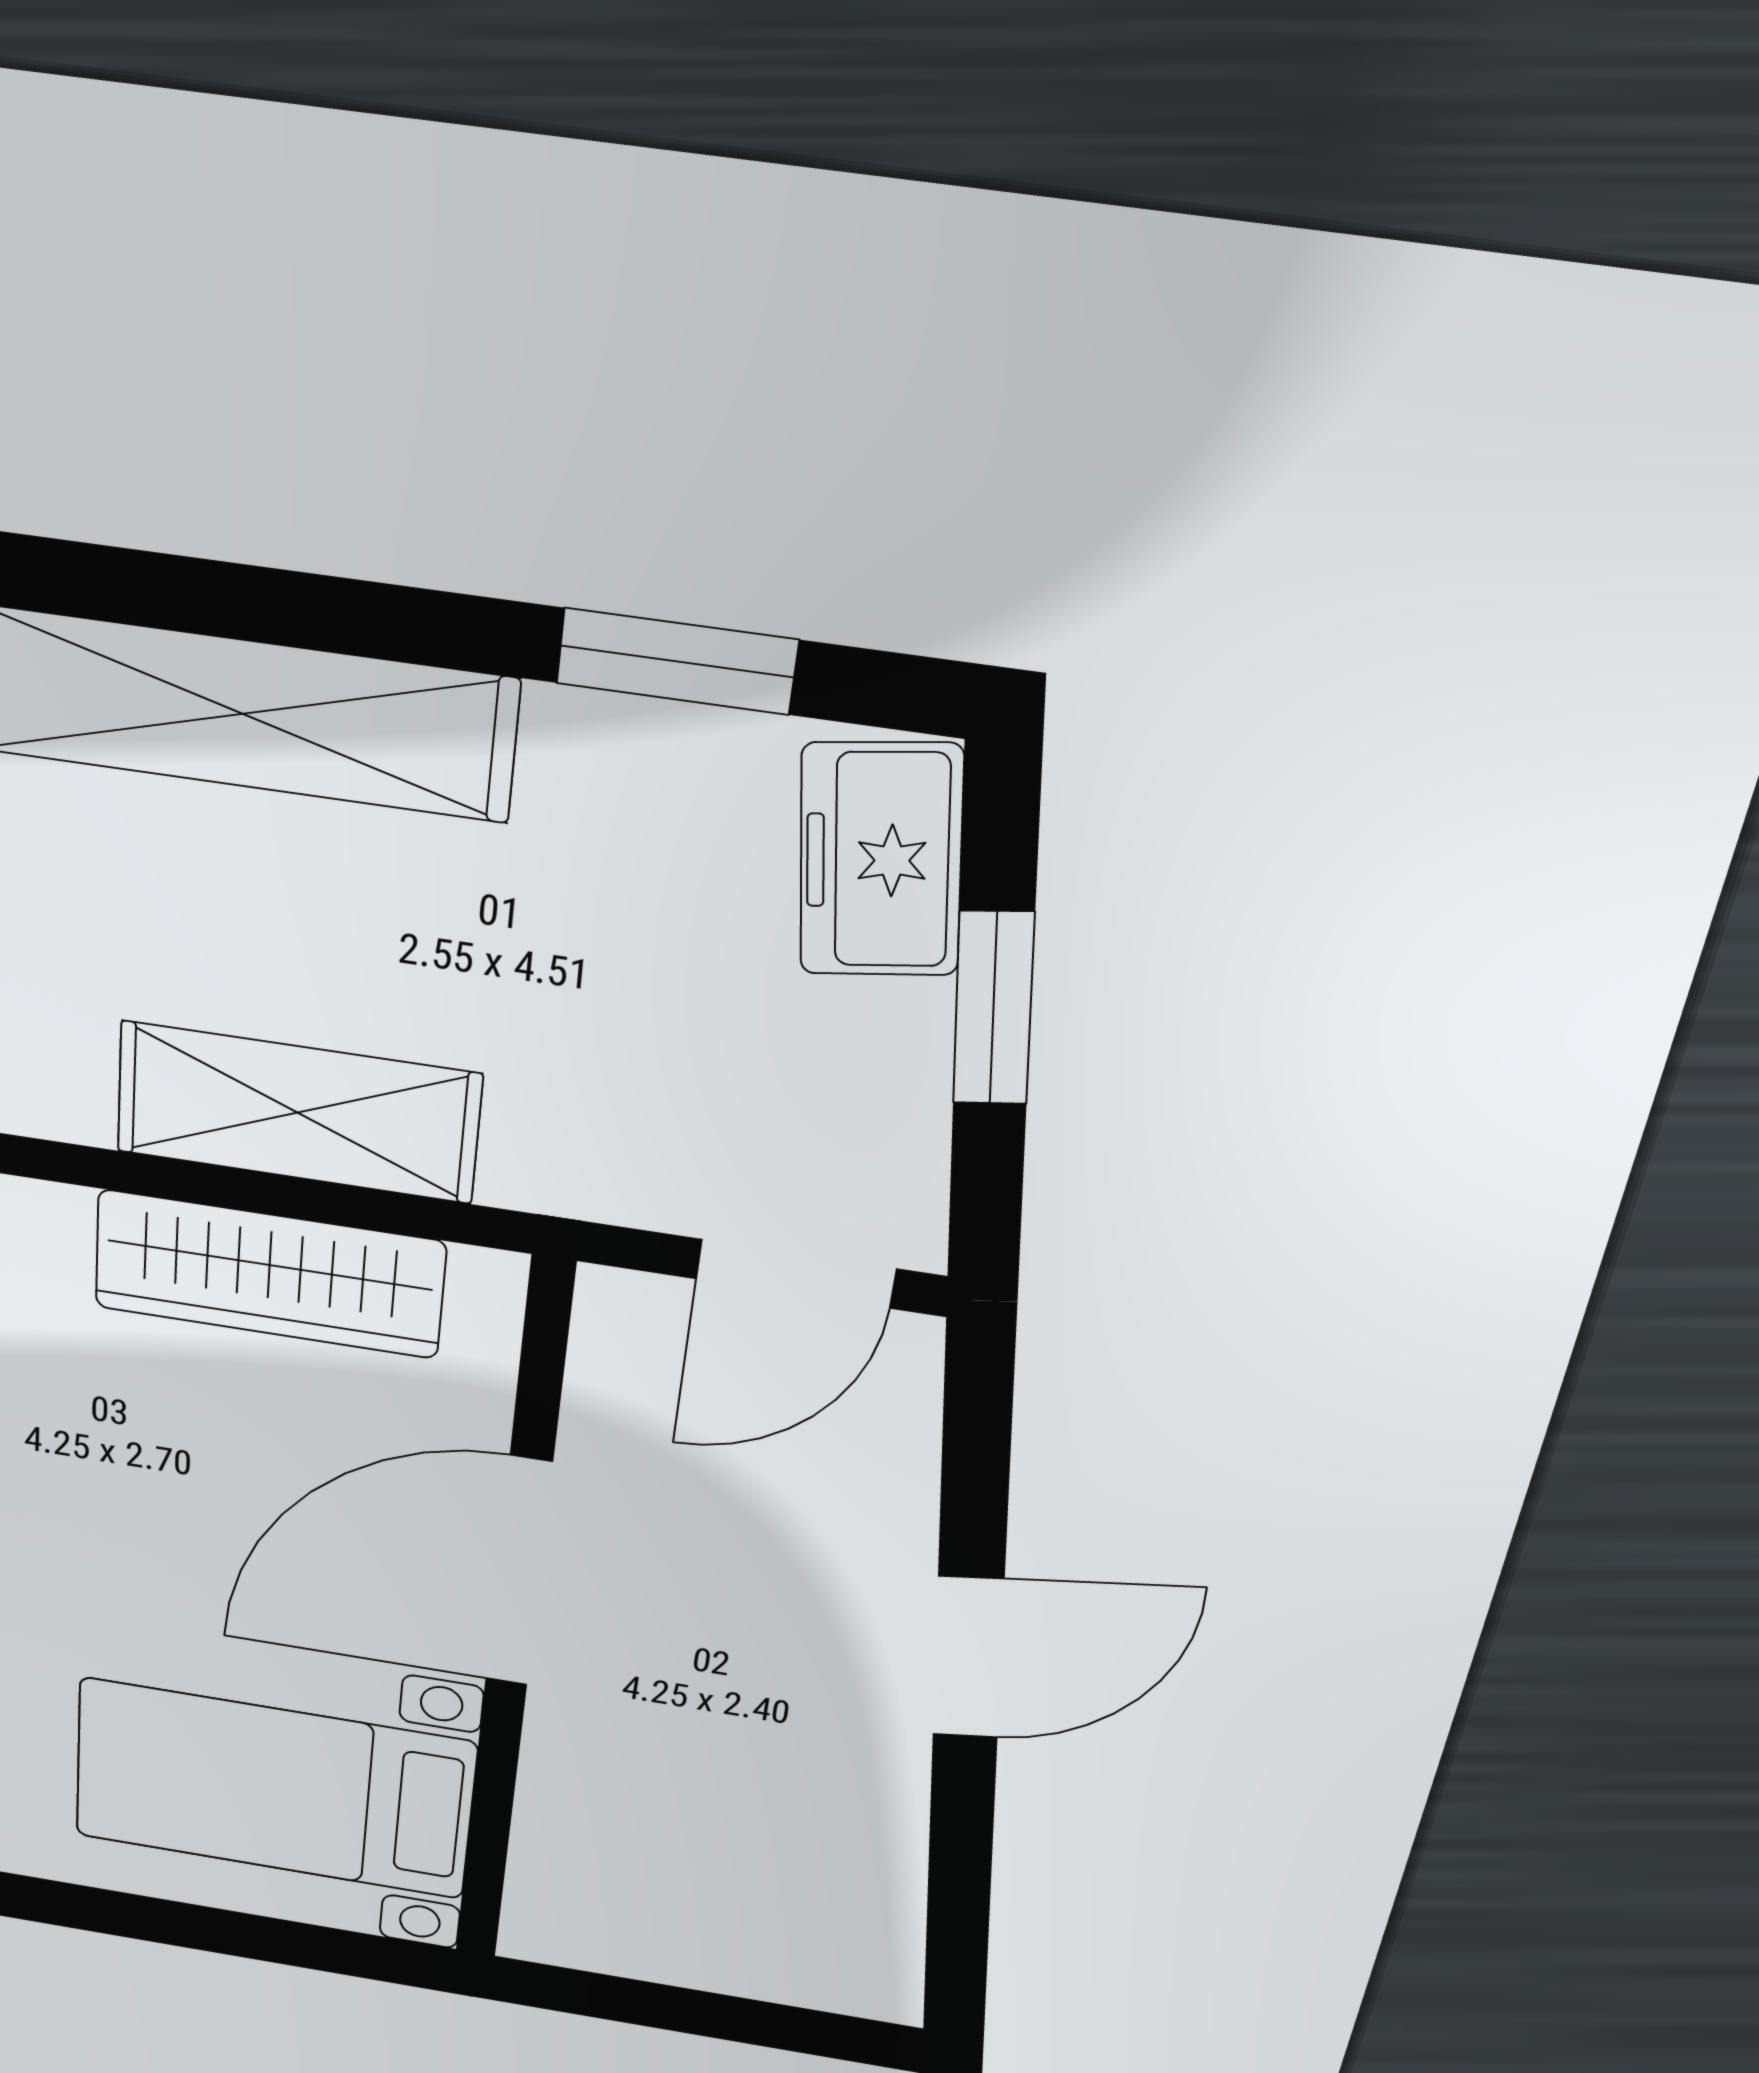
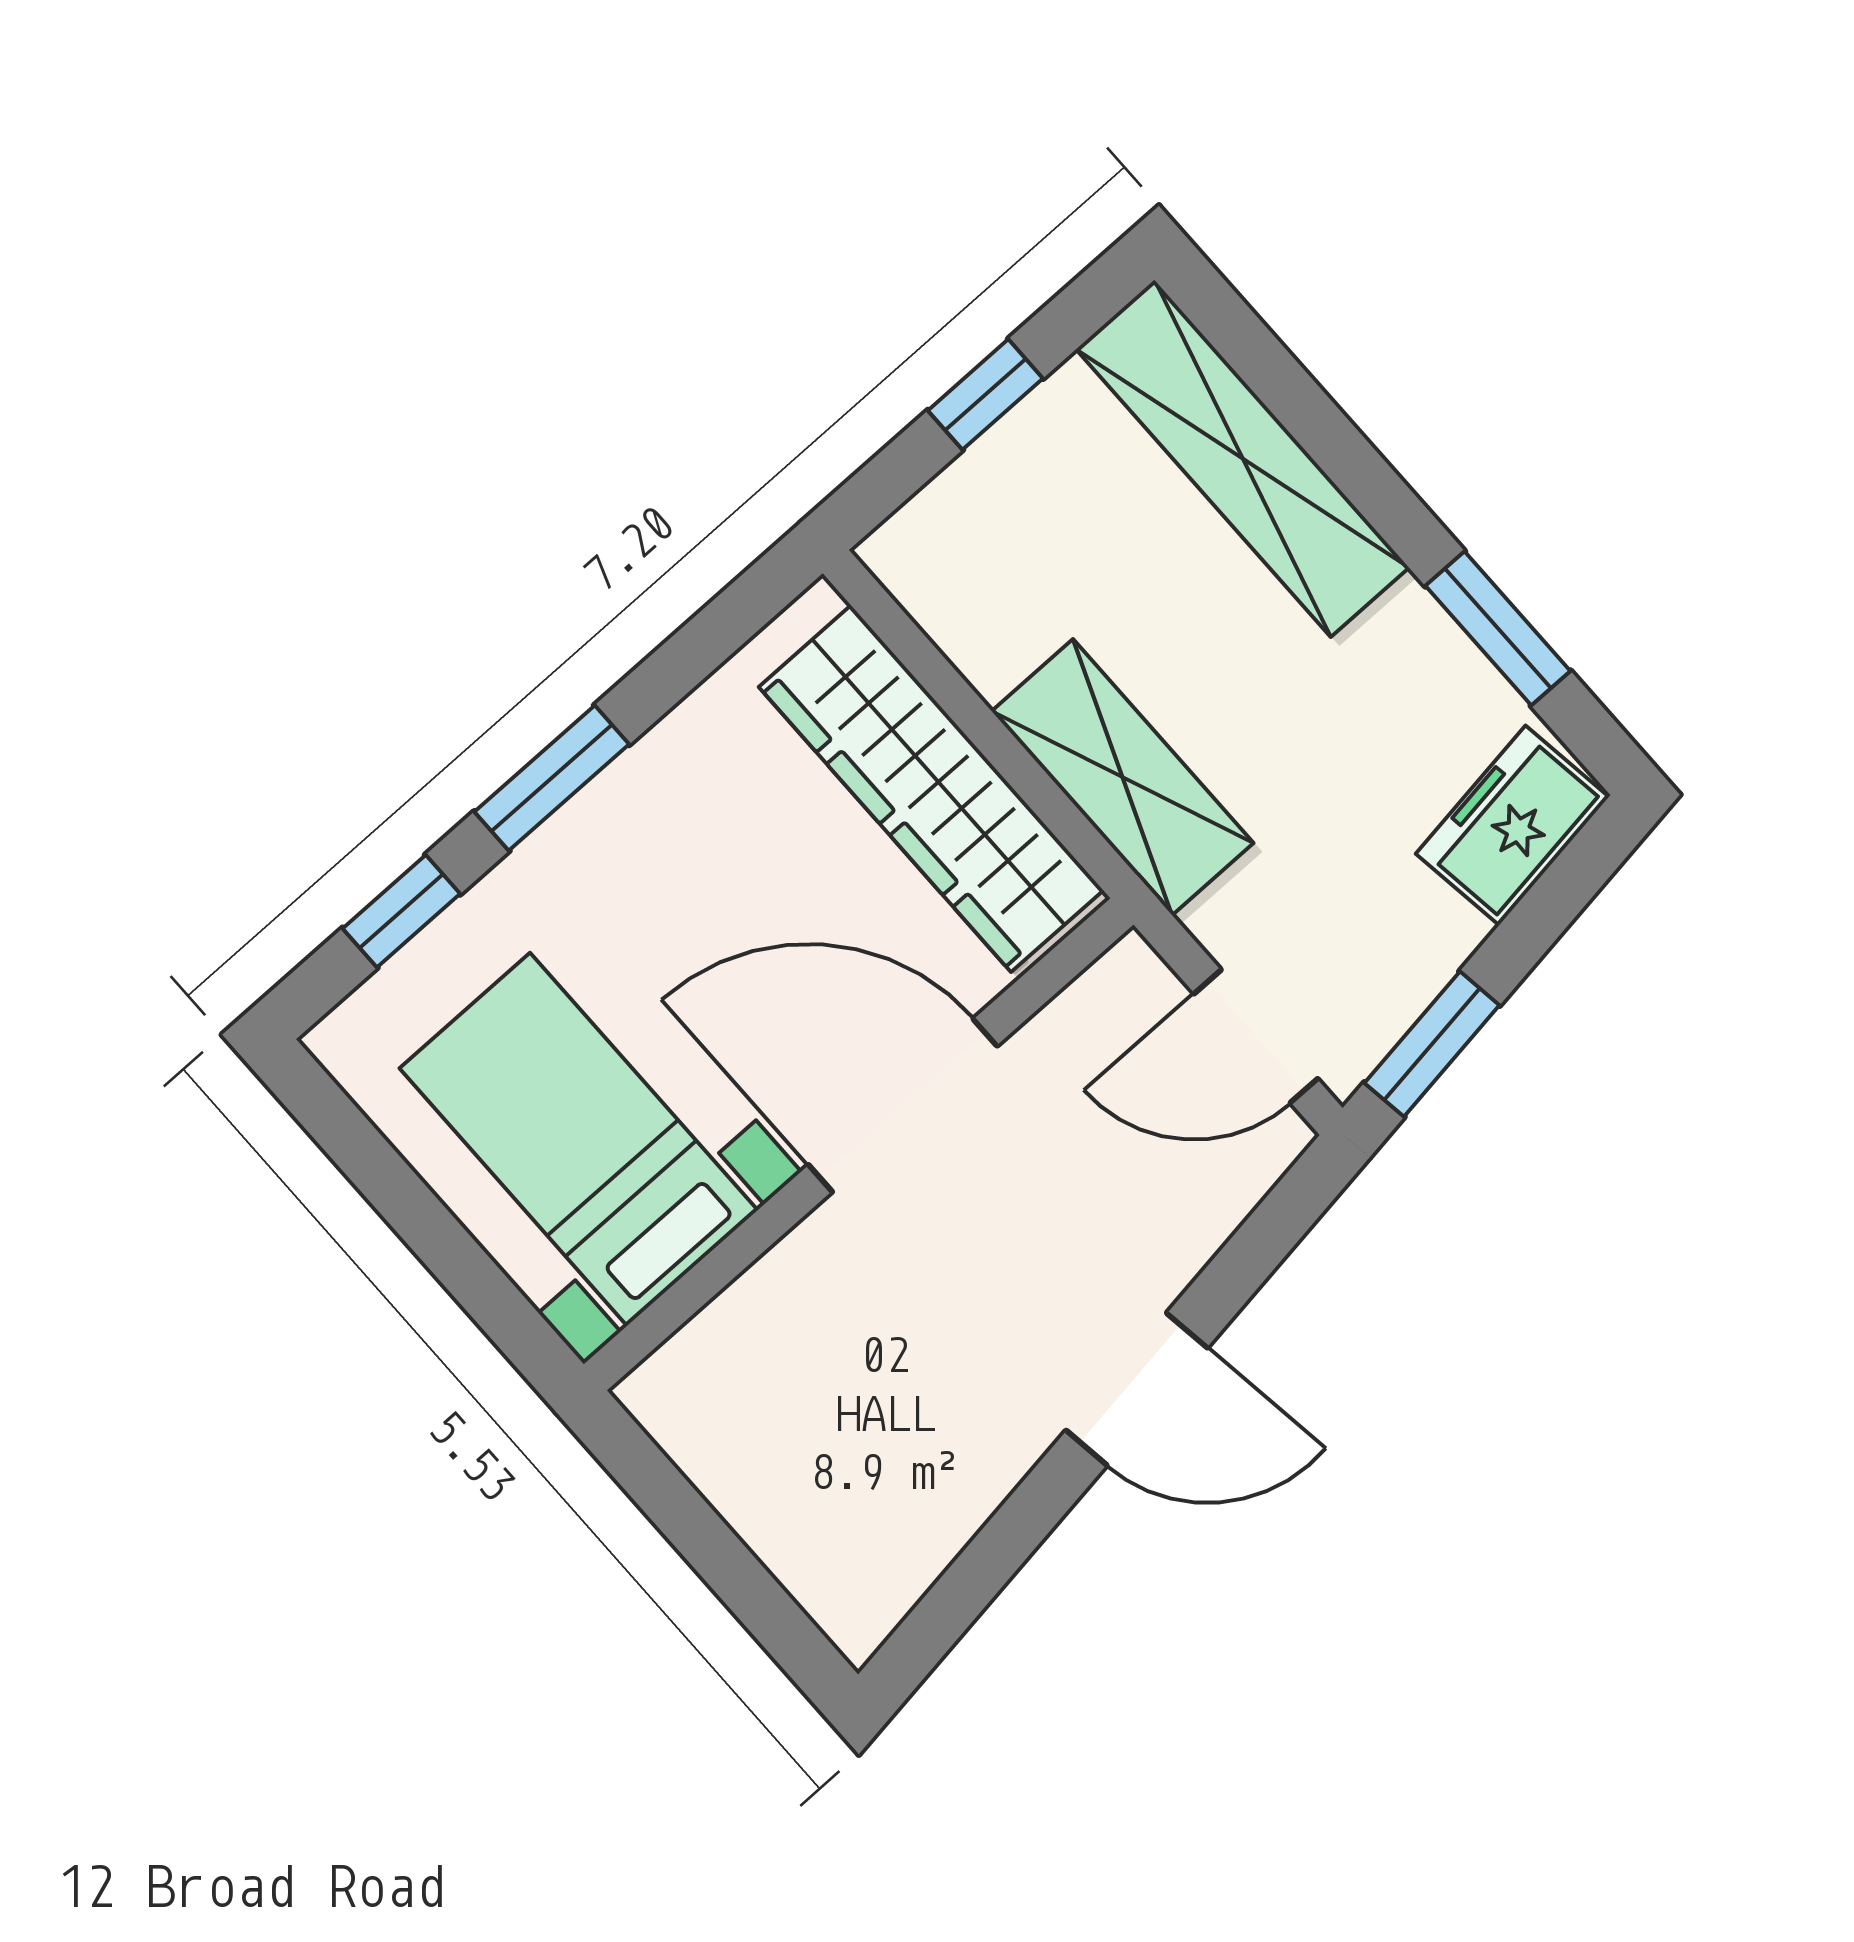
window: (993, 1009) -> (1432, 1044), moved
shelving: (298, 1113) -> (1122, 777), moved
wardrobe: (269, 1274) -> (931, 789), width x1.40, depth x1.17

